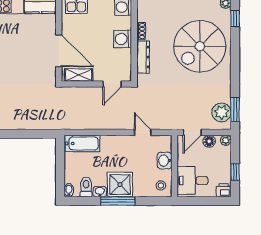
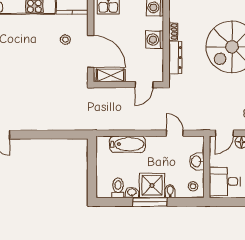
stool: (34, 39) -> (65, 40), added
bathtub: (82, 143) -> (127, 144), moved
bidet: (69, 190) -> (170, 191), moved

